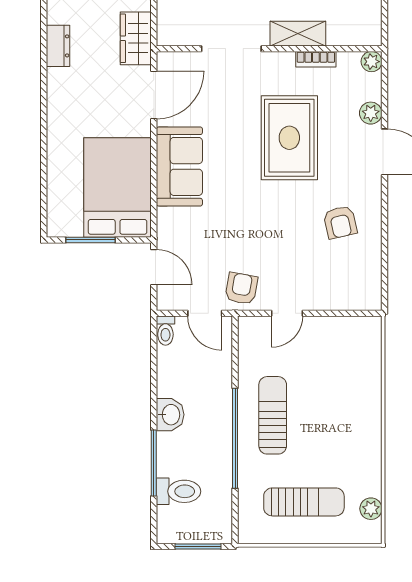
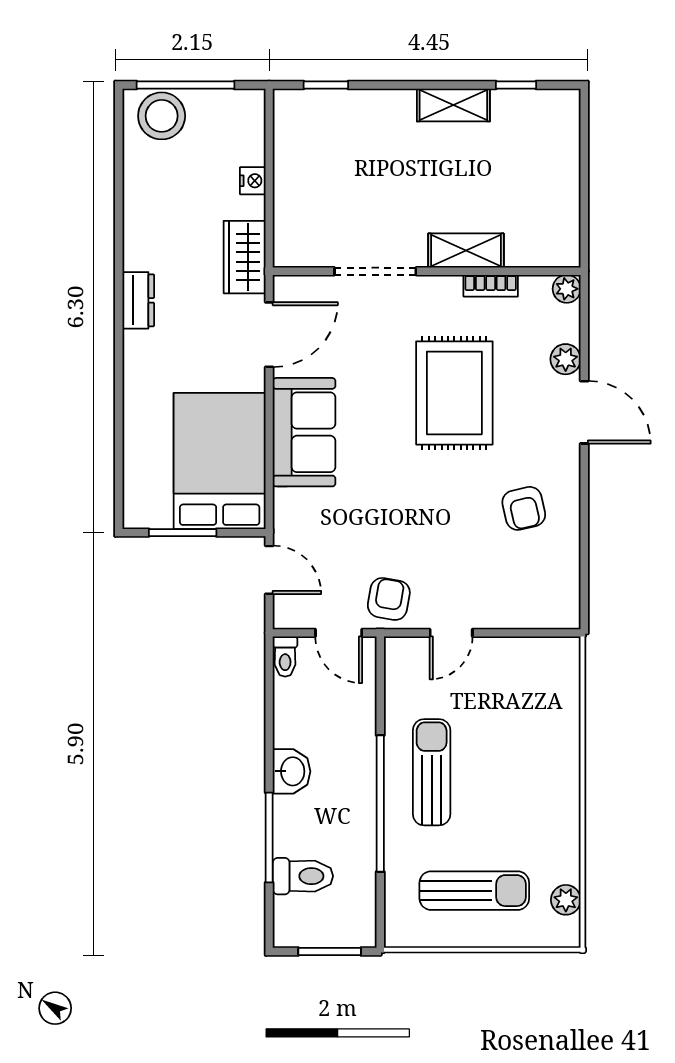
dresser: (58, 46) -> (138, 300), moved

